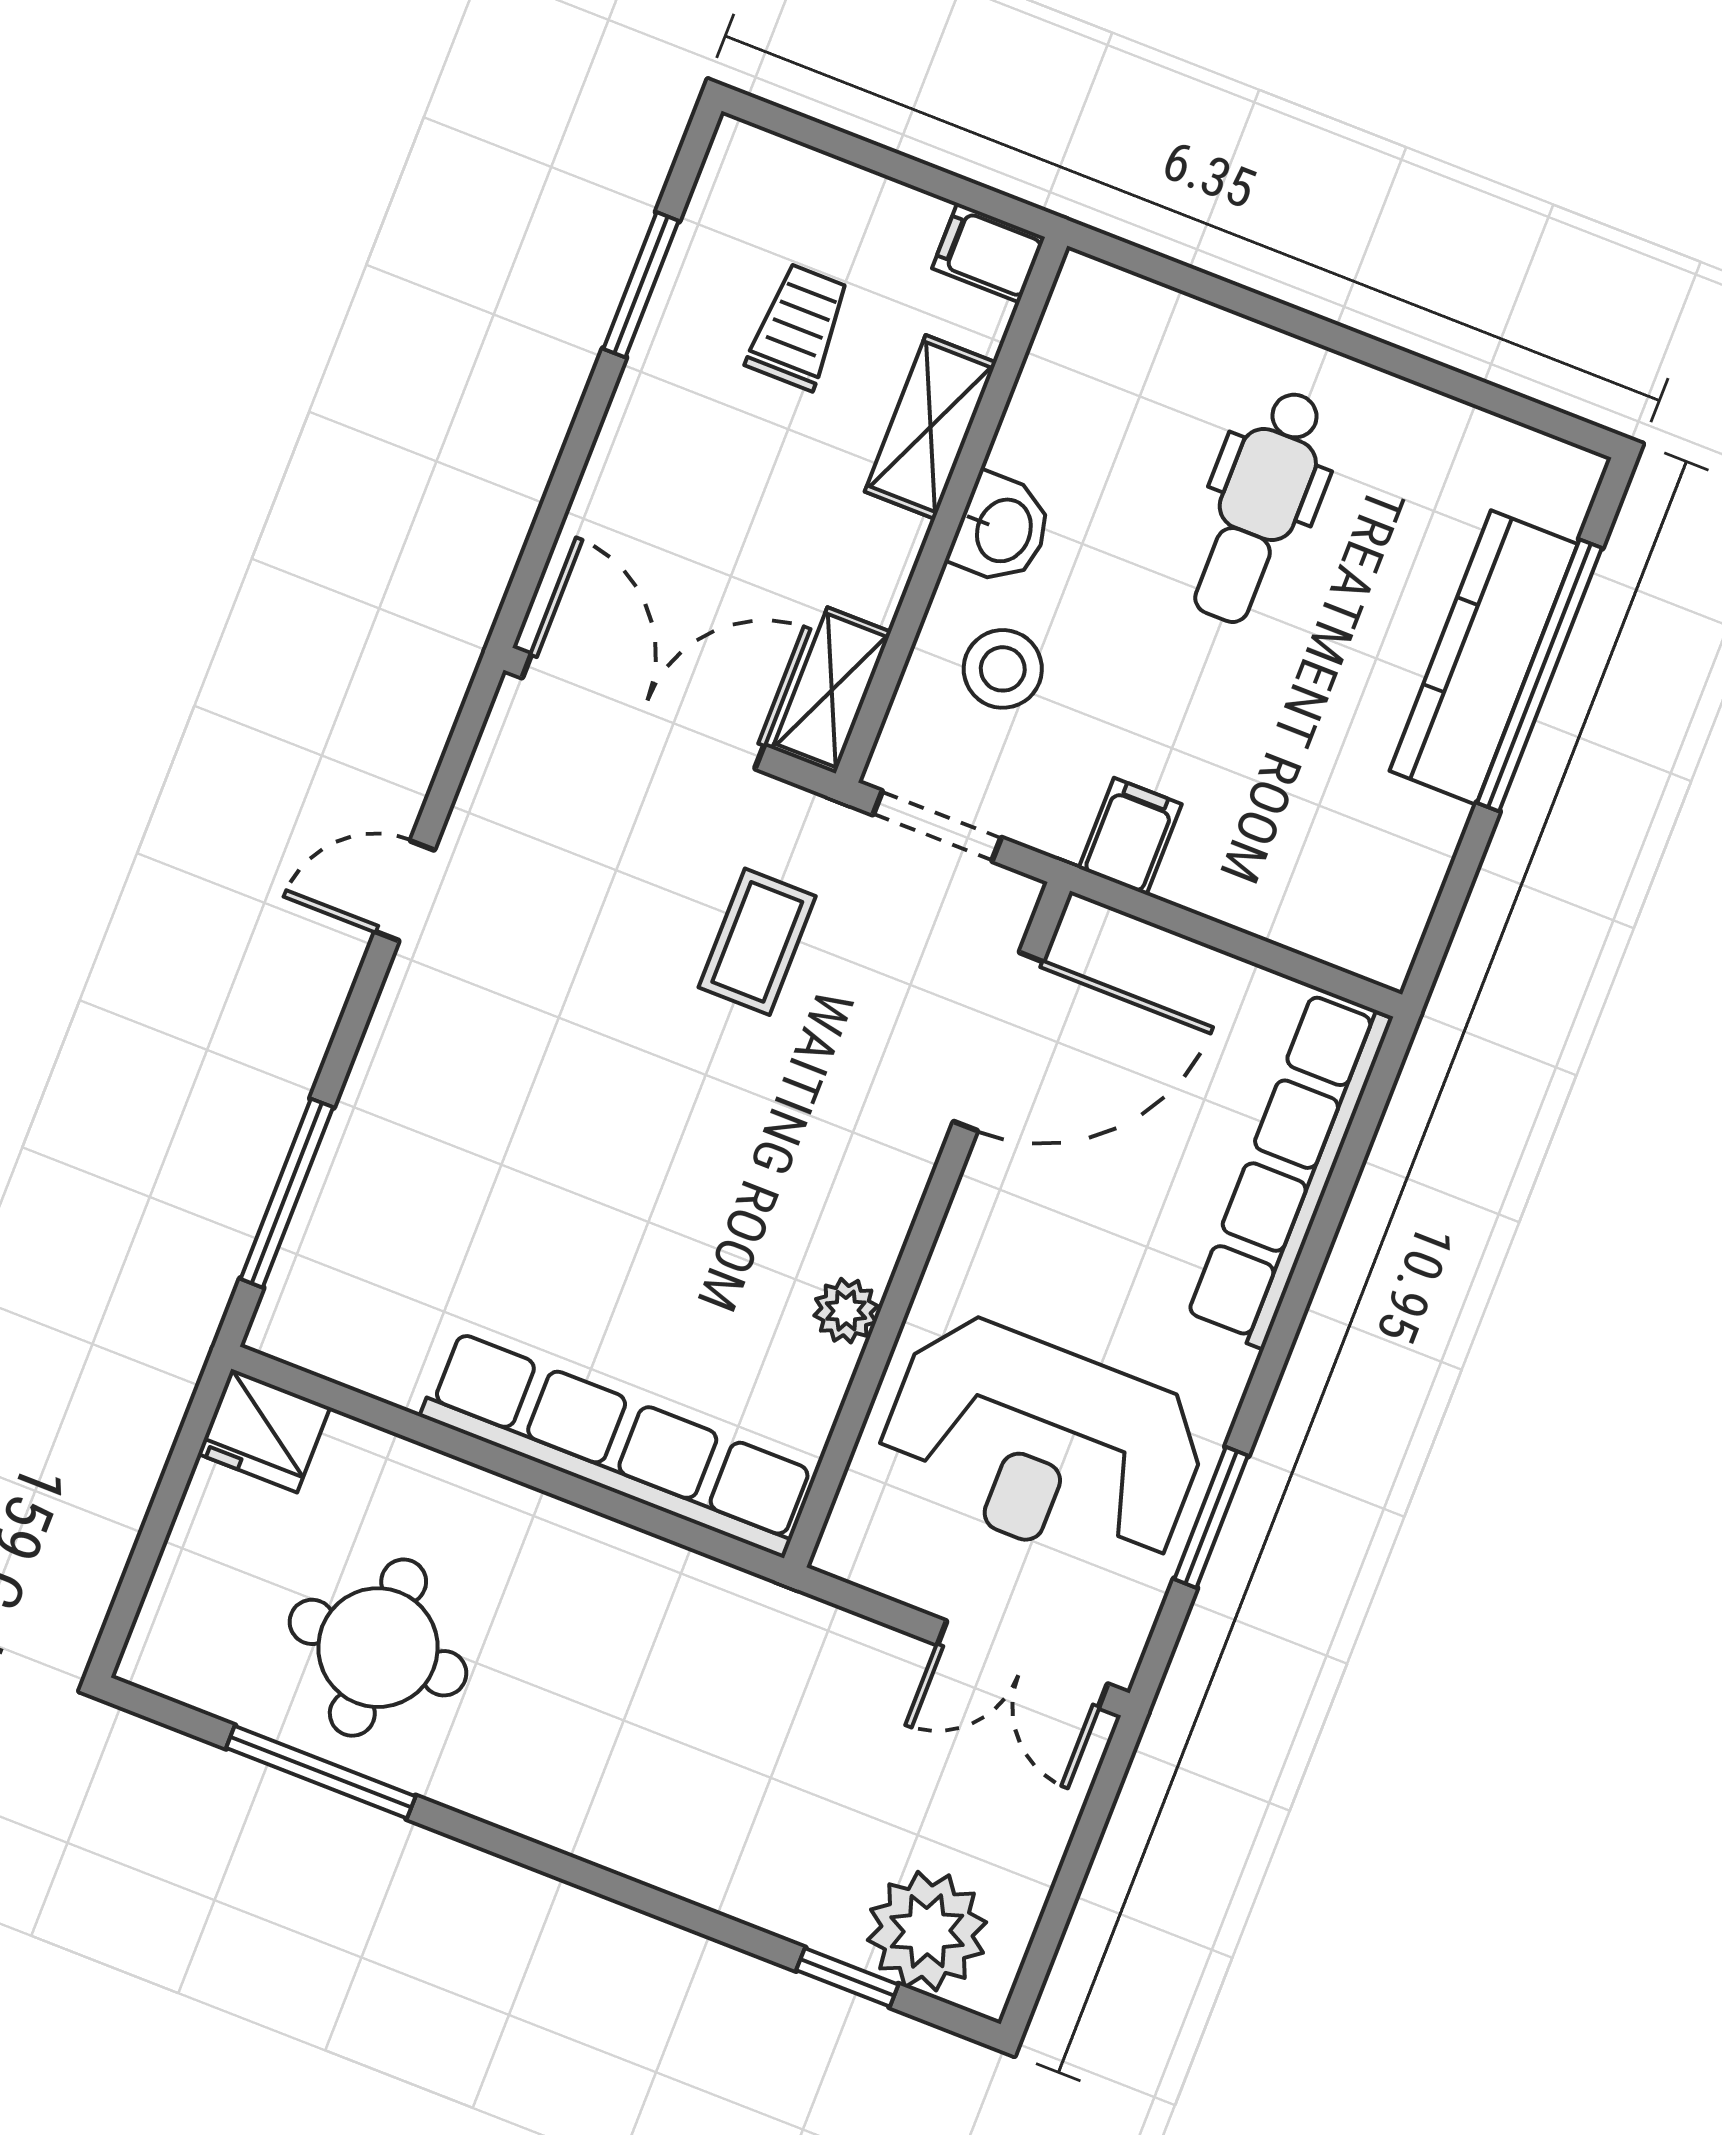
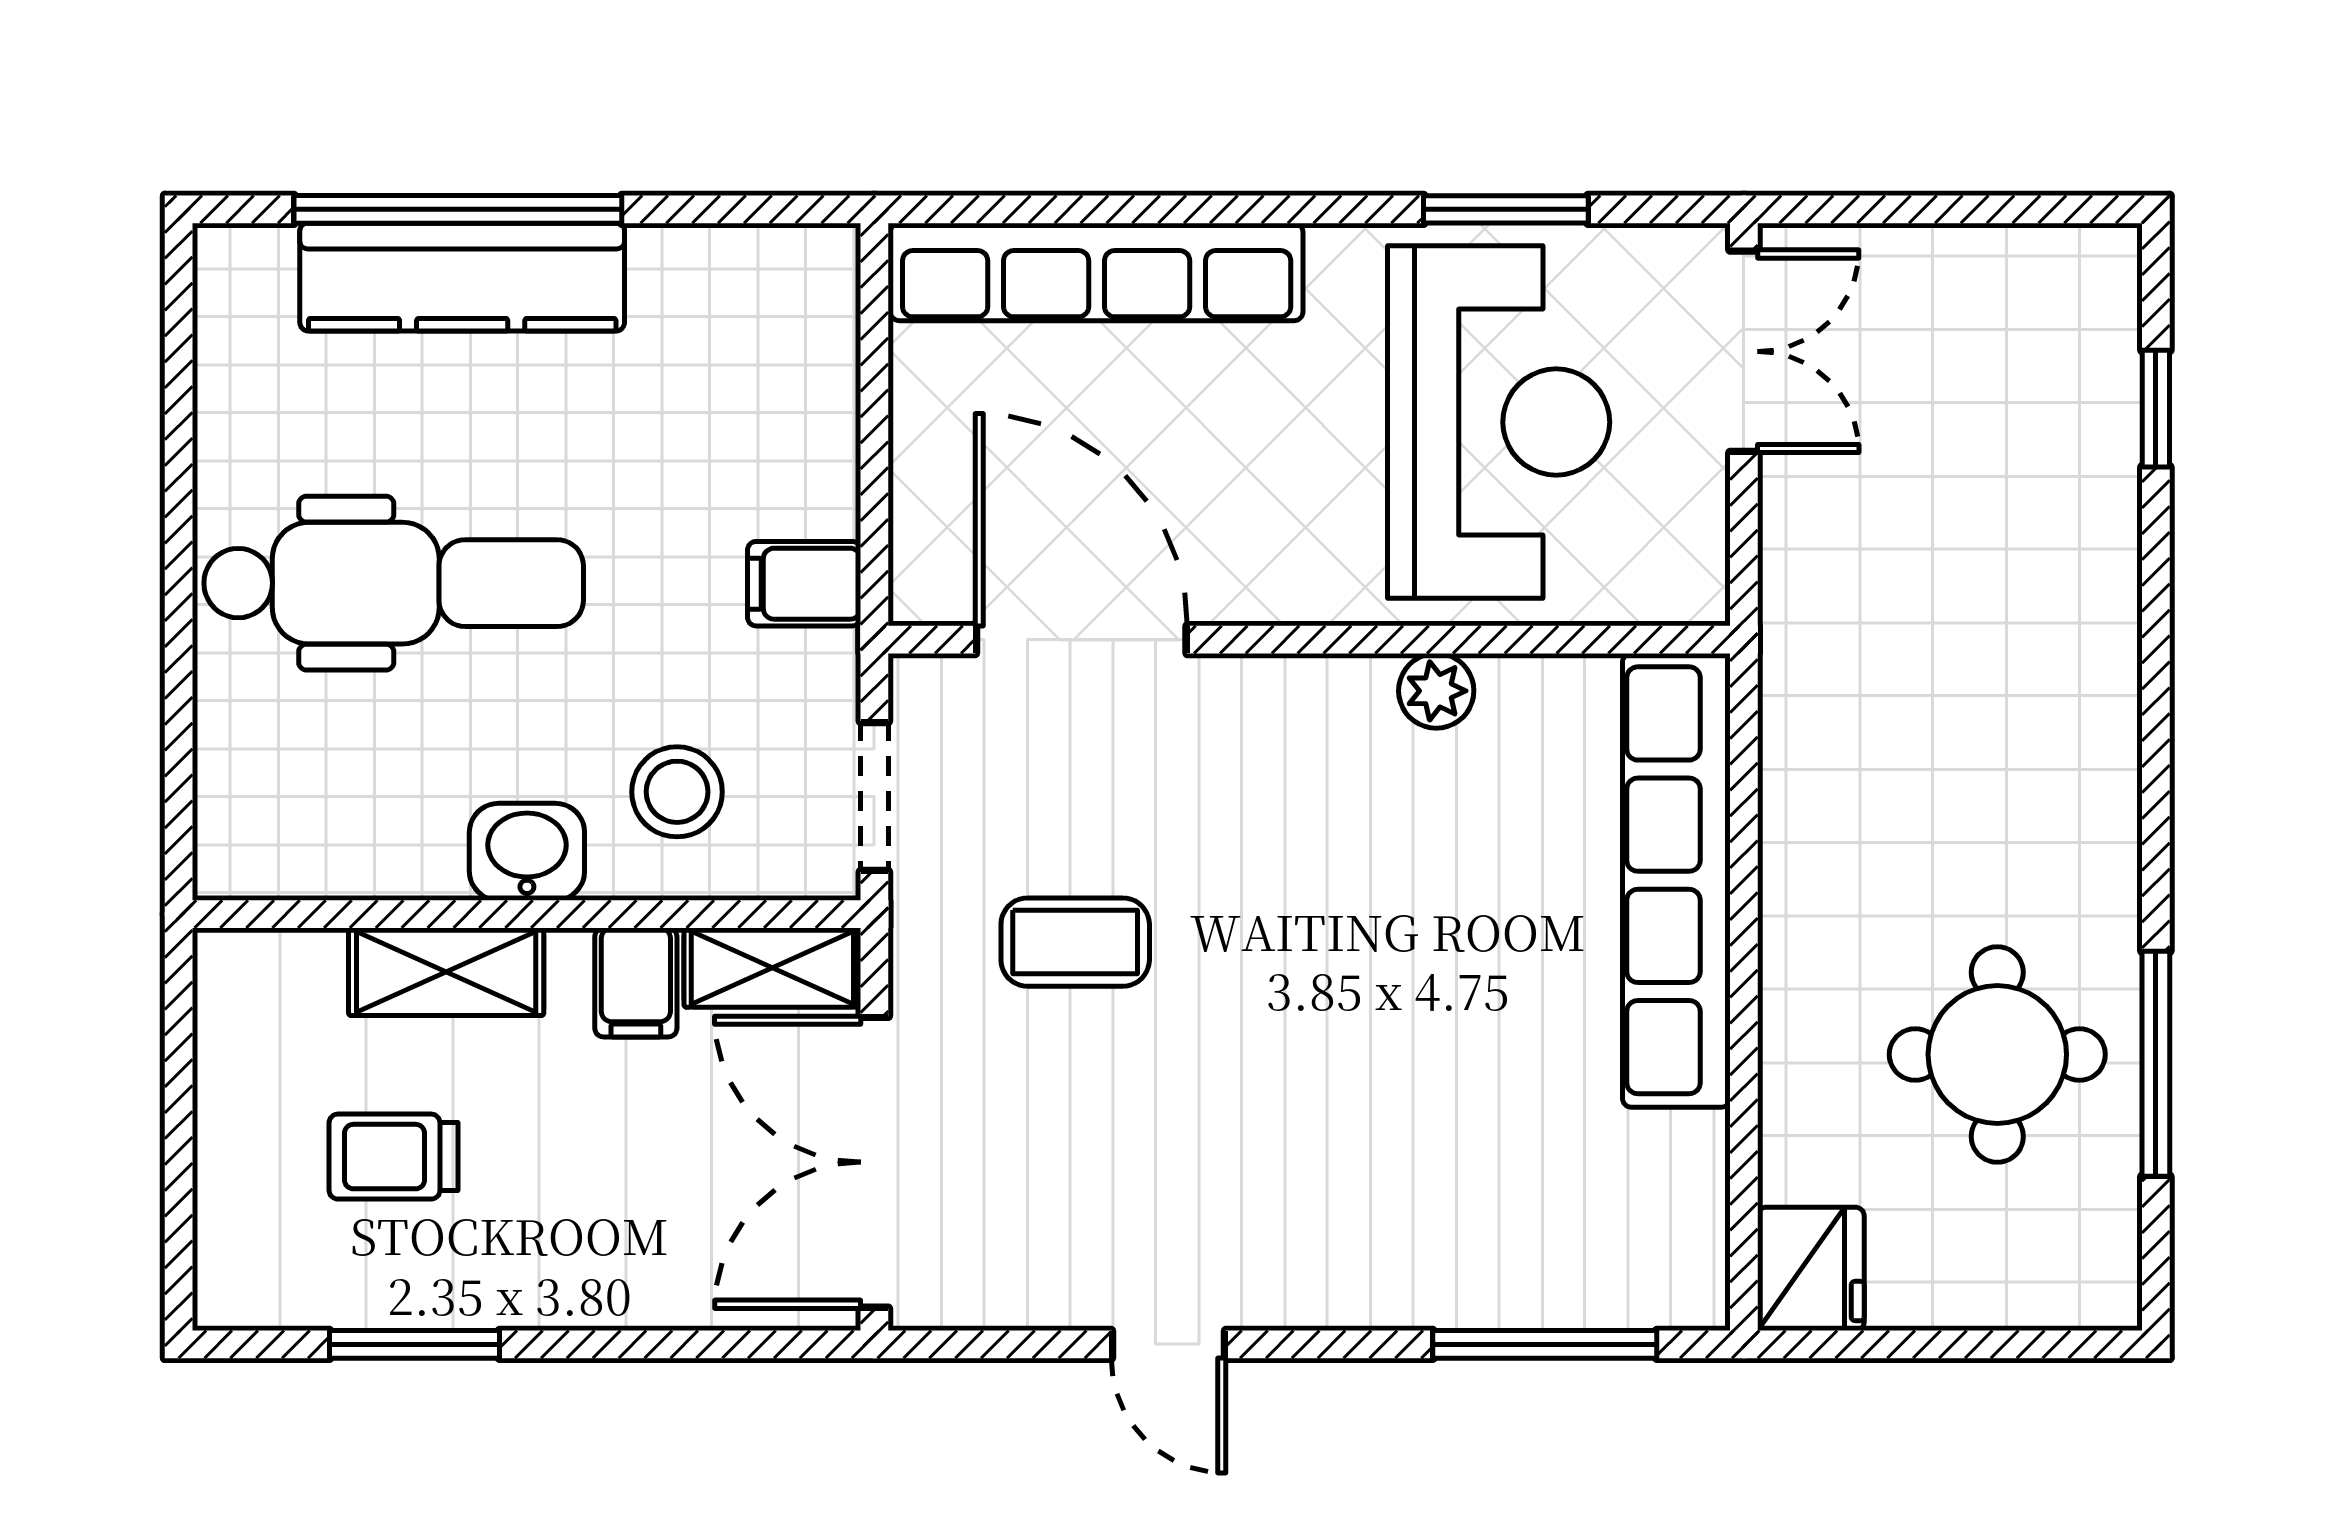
filing cabinet: (988, 253) -> (636, 982), moved
dental chair: (1259, 507) -> (394, 583), width x1.36, depth x1.38
plant: (927, 1931) -> (2072, 342), removed

